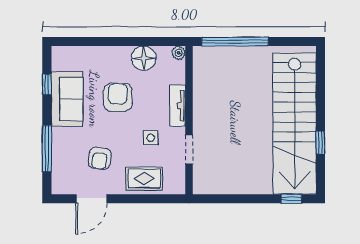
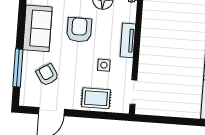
window: (47, 84) -> (22, 15), removed
doorway: (189, 149) -> (133, 92), moved
armchair: (100, 158) -> (47, 75), moved, turned 139

